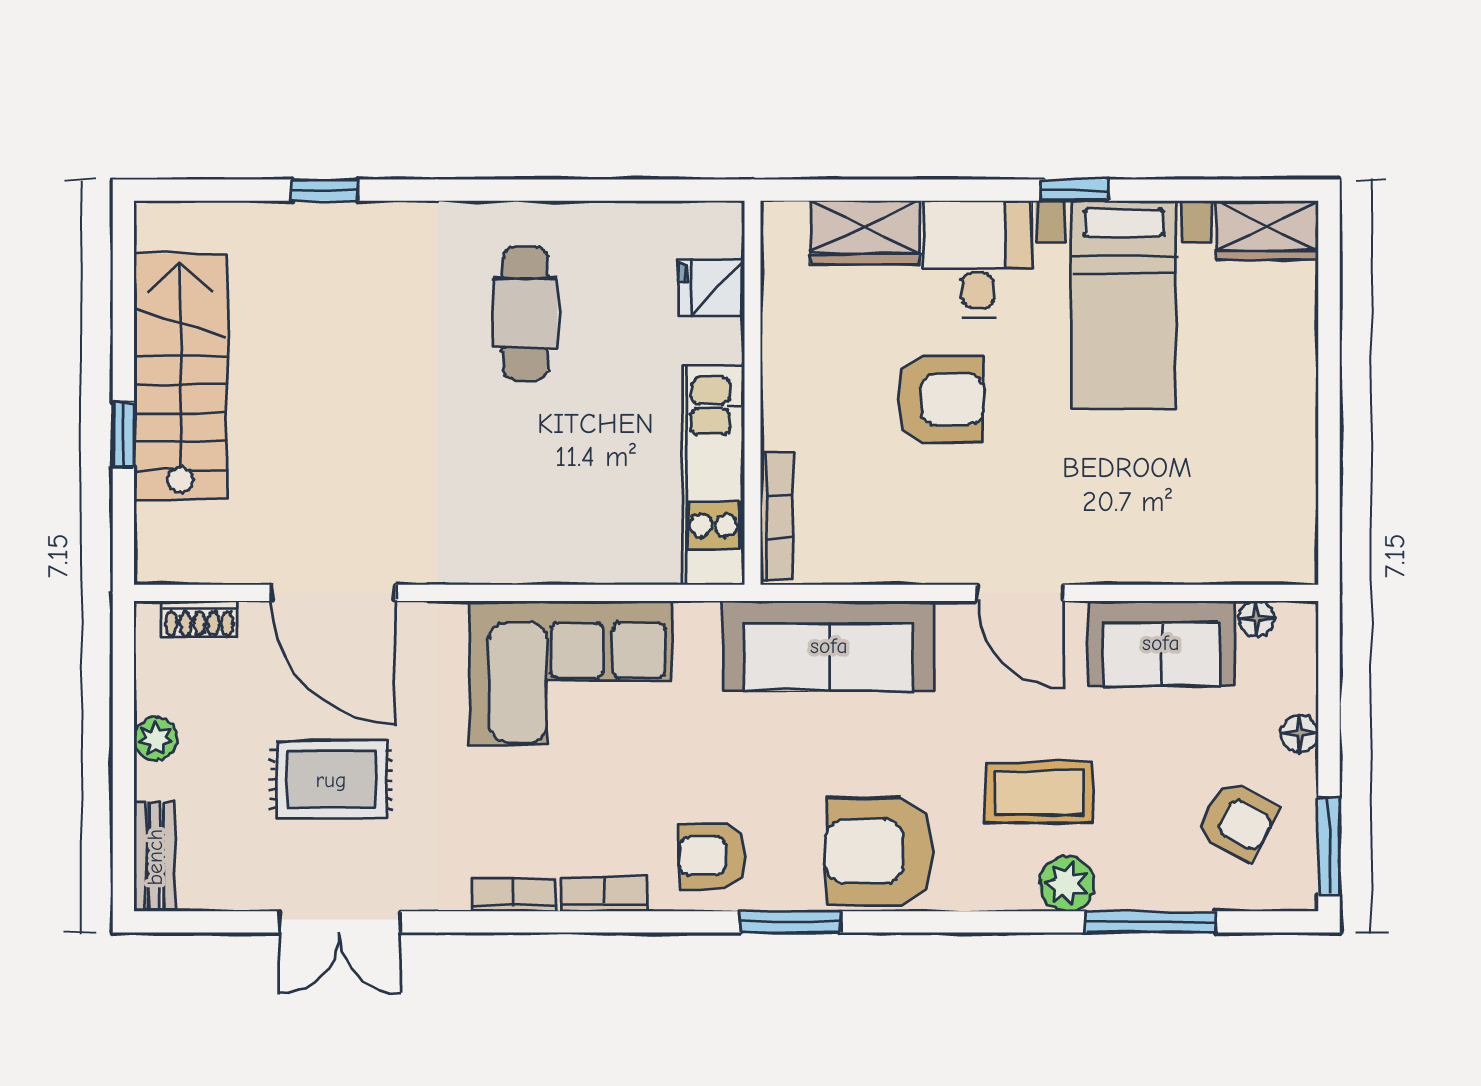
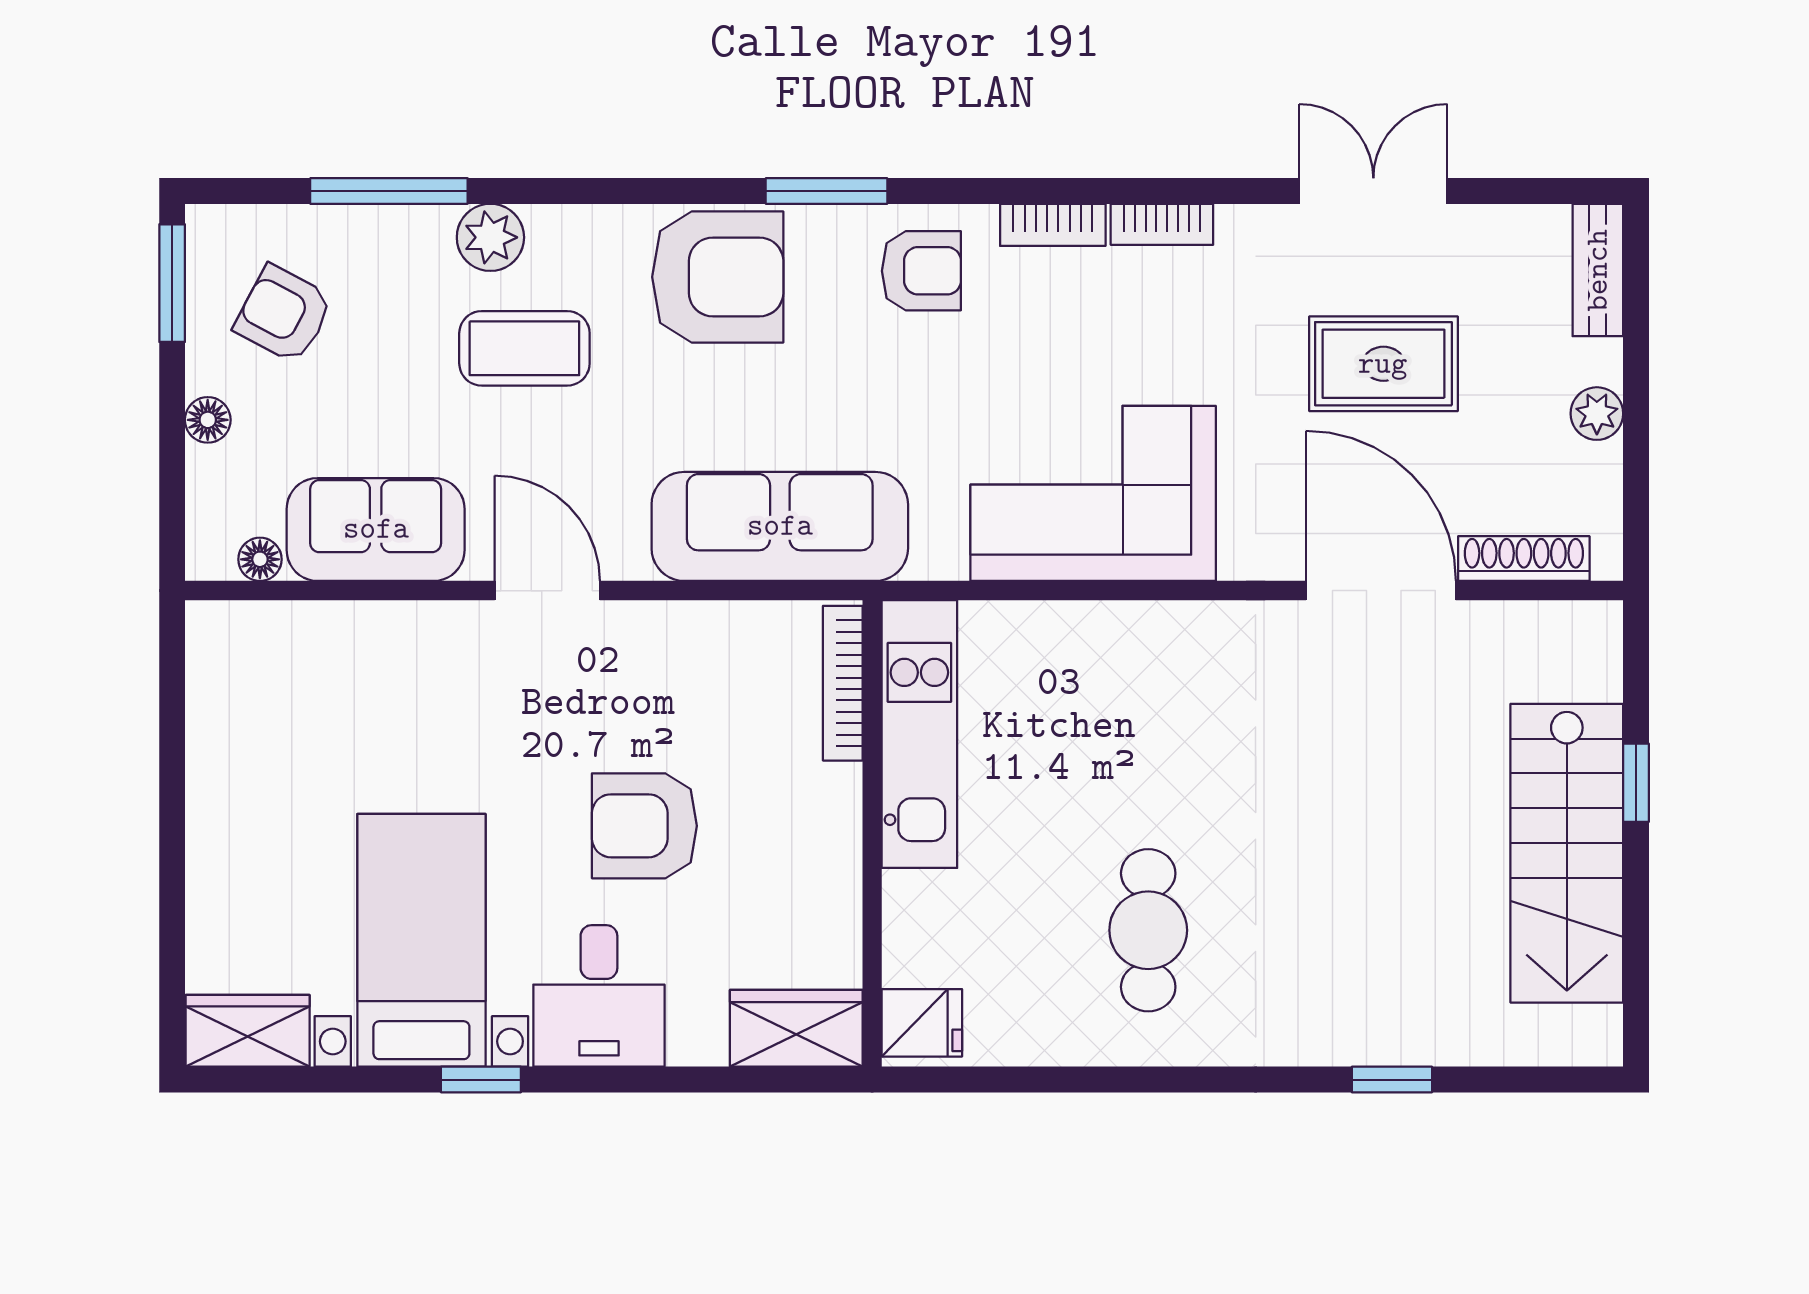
wardrobe: (865, 232) -> (796, 1028), moved
fridge: (712, 288) -> (922, 1023), moved
shoe rack: (200, 619) -> (1524, 559), width x1.43

